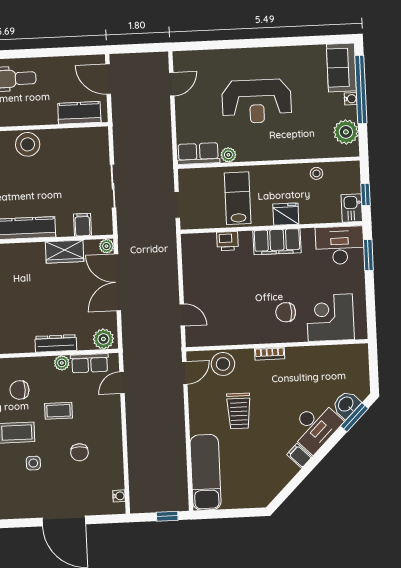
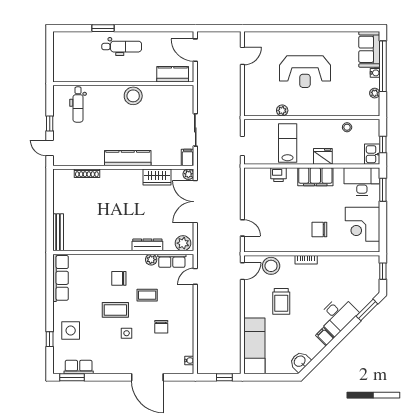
plant: (346, 132) -> (375, 93), width x0.53, depth x0.53
row of seats: (198, 154) -> (260, 108), removed
filing cabinet: (82, 225) -> (187, 158), moved
corner desk: (330, 318) -> (362, 224), moved, turned -90
window: (373, 364) -> (383, 271), added
washbasin: (346, 404) -> (300, 361), moved

